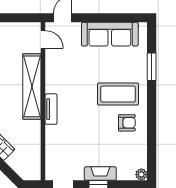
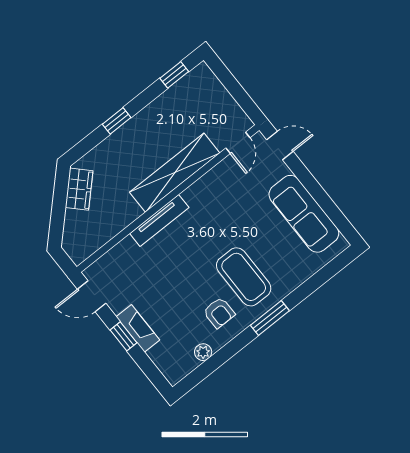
window: (152, 67) -> (270, 318), moved
tv unit: (51, 109) -> (159, 220), width x1.41
plant: (141, 174) -> (203, 352), moved

